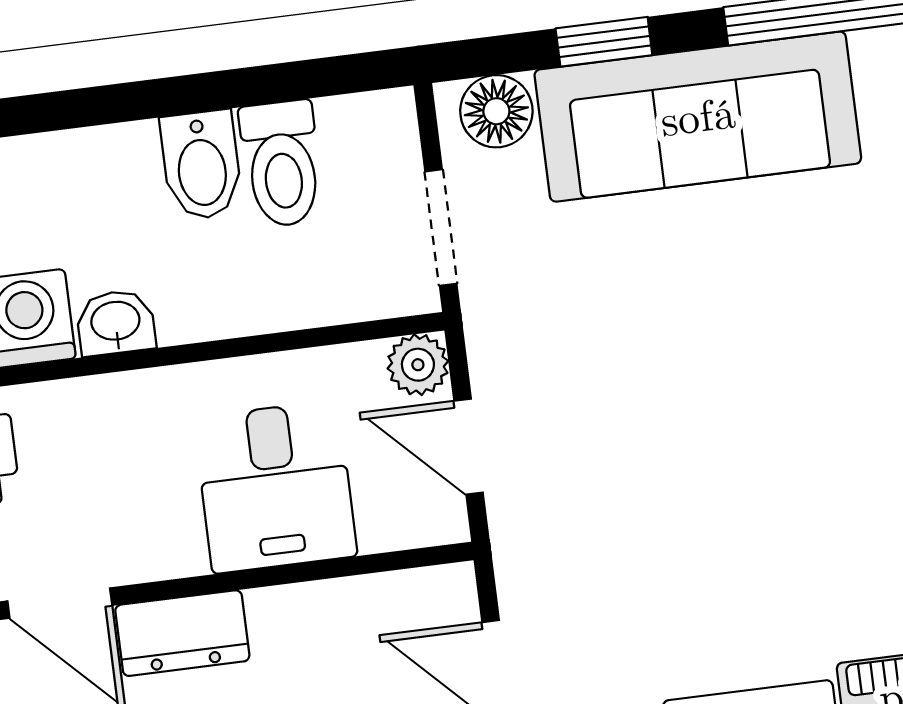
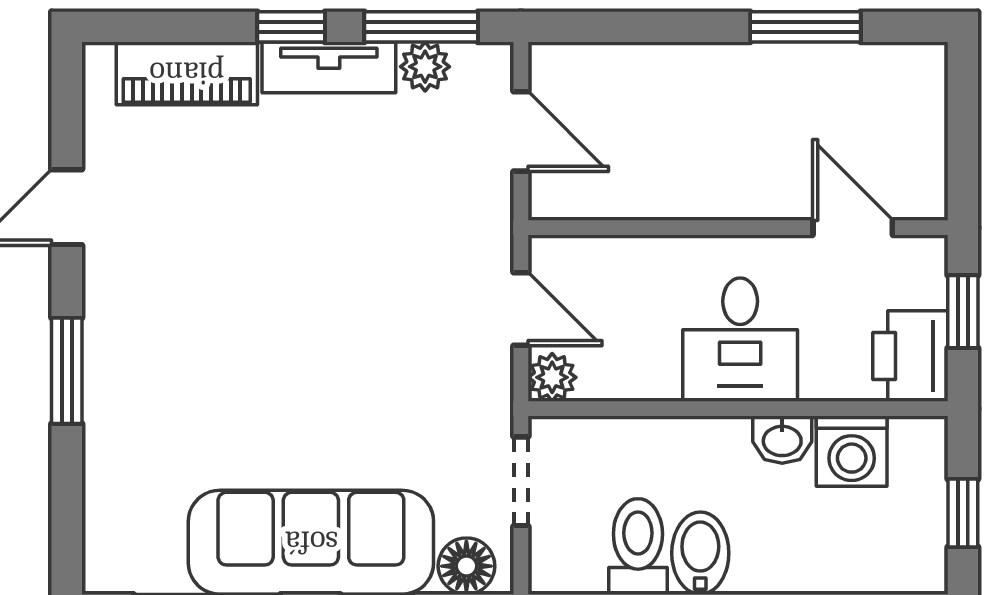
desk: (275, 487) -> (740, 340), moved, turned 180
dresser: (182, 633) -> (761, 192), removed

